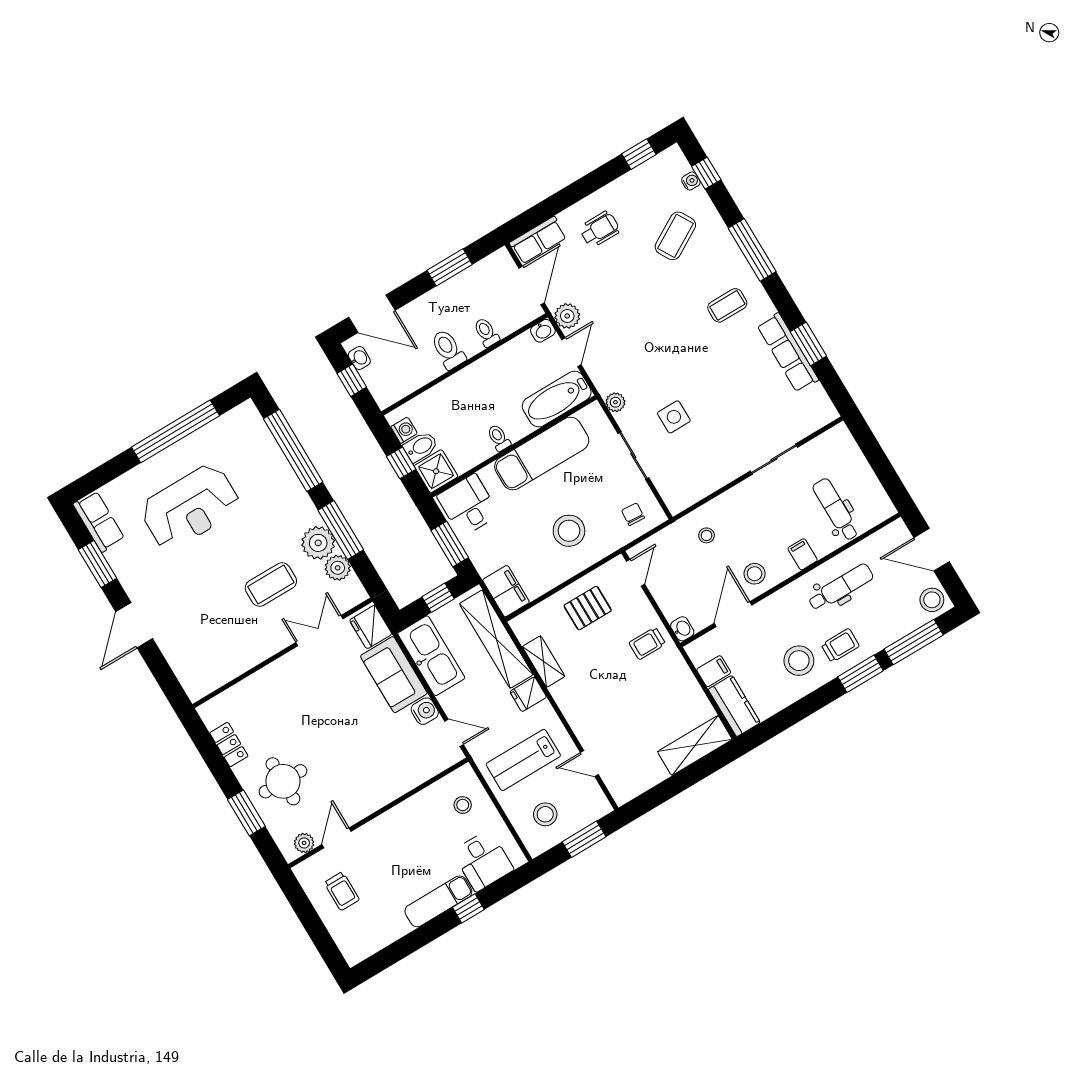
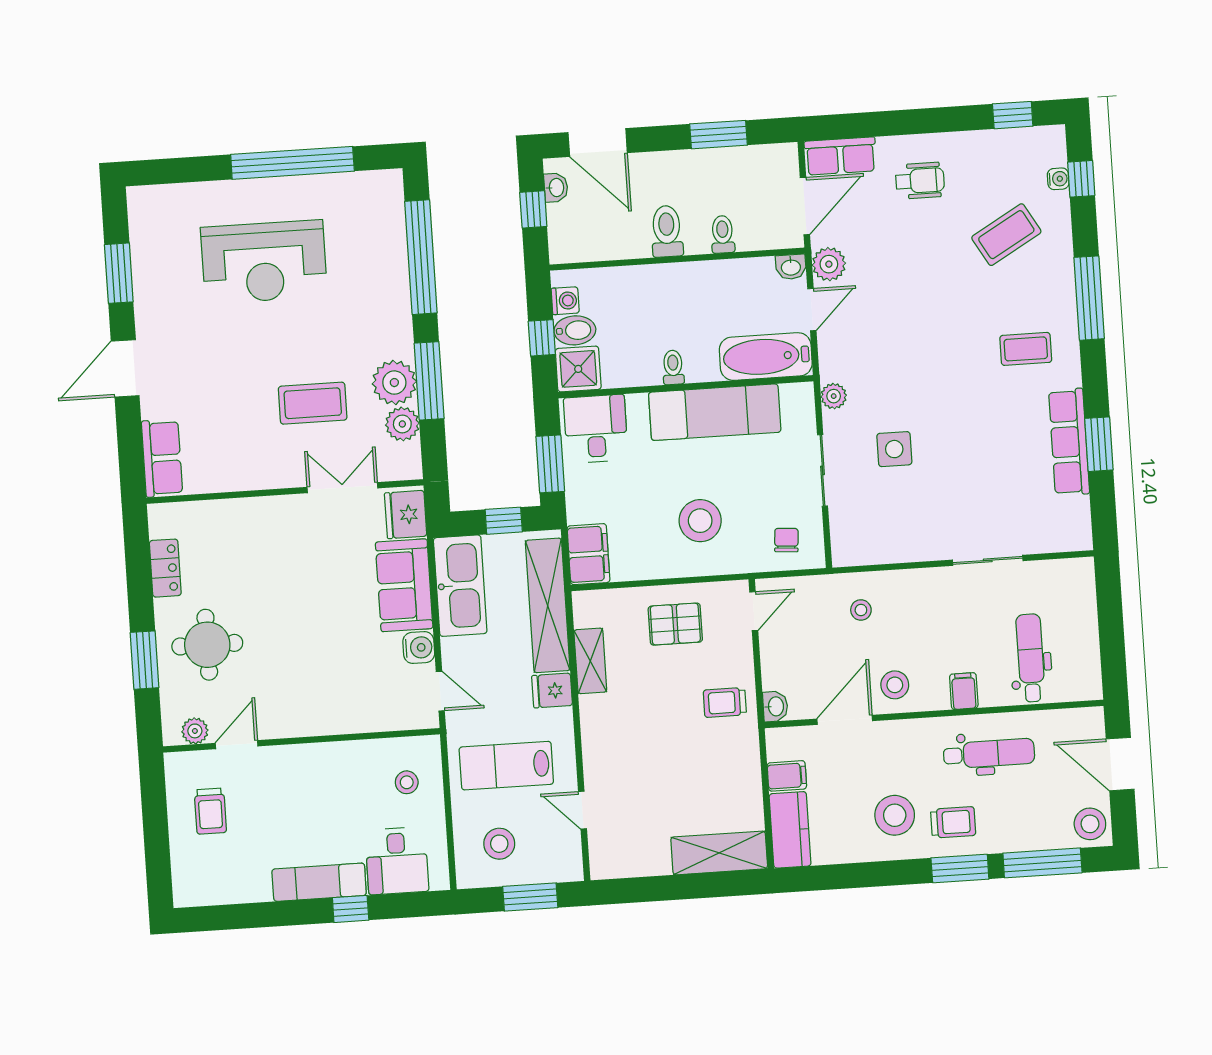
row of seats: (99, 521) -> (162, 458), moved

